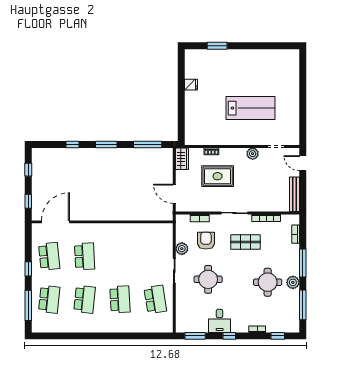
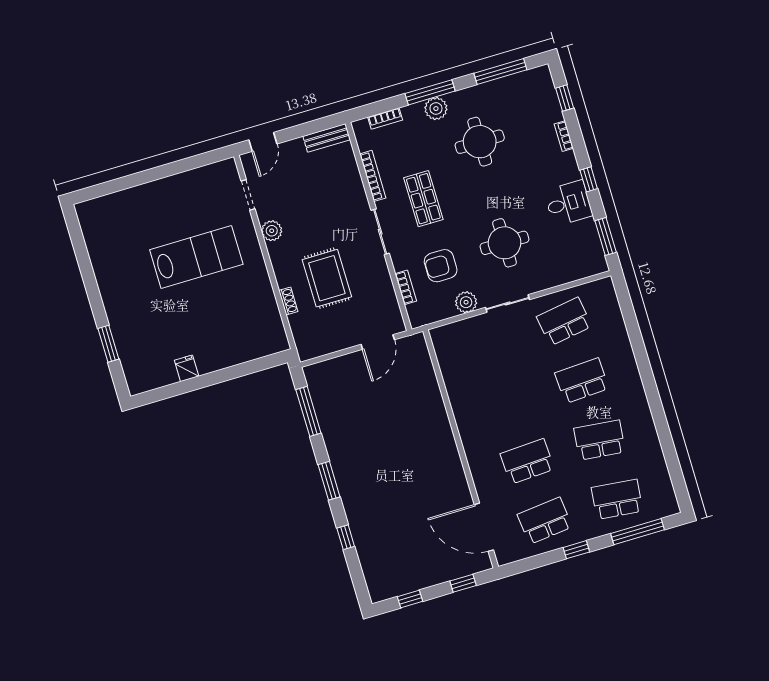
lab bench: (250, 108) -> (196, 257), turned 90
wardrobe: (182, 159) -> (315, 347), removed
bench: (295, 194) -> (327, 138), width x0.73
plant: (293, 282) -> (436, 109), moved

